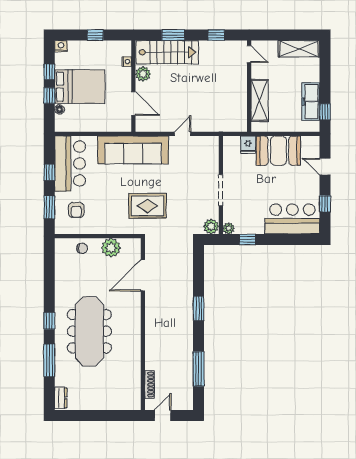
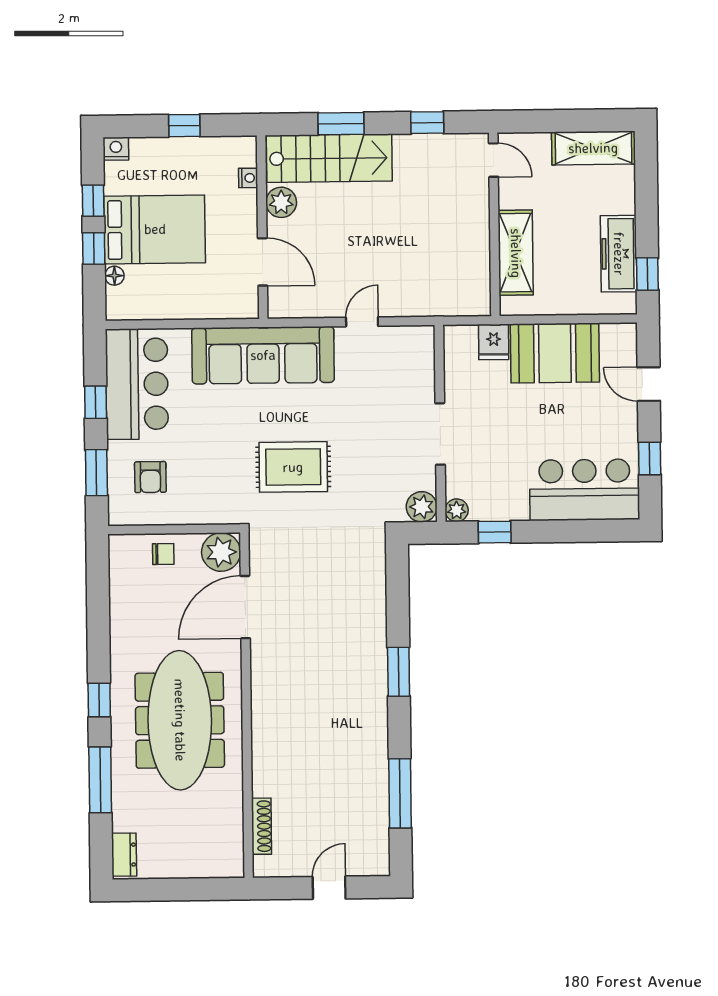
door: (143, 275) -> (245, 607), moved
wall: (143, 324) -> (246, 705), moved
shoe rack: (150, 385) -> (262, 826), moved

